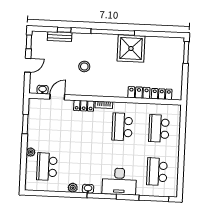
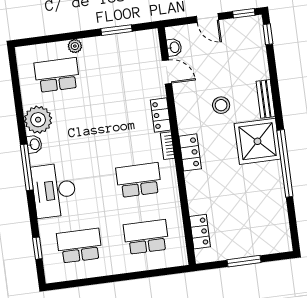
window: (64, 30) -> (268, 34), moved
window: (113, 32) -> (285, 163), moved
bench: (60, 37) -> (266, 99), moved
shower: (131, 48) -> (257, 141), moved
window: (186, 52) -> (244, 261), moved
locker: (139, 93) -> (190, 152), moved
plant: (73, 188) -> (38, 120), width x1.88, depth x1.88
window: (154, 198) -> (37, 248), width x0.46

